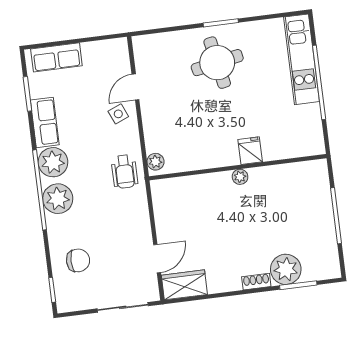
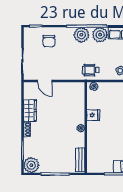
fridge: (250, 151) -> (93, 115), moved
bench: (302, 170) -> (80, 160), added
plant: (286, 269) -> (31, 165), moved
wardrobe: (184, 285) -> (30, 111), moved

